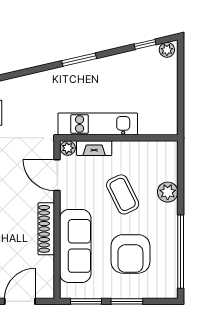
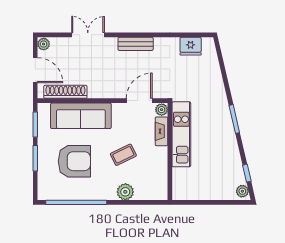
coffee table: (123, 194) -> (123, 155), width x0.73, depth x0.77
shoe rack: (46, 229) -> (65, 92), moved
armchair: (130, 254) -> (74, 161), turned 180

